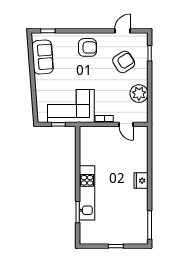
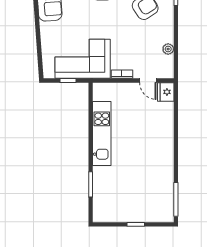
plant: (139, 94) -> (168, 49), width x0.53, depth x0.53
fridge: (141, 181) -> (166, 92), moved
kitchen unit: (87, 193) -> (102, 134), moved

